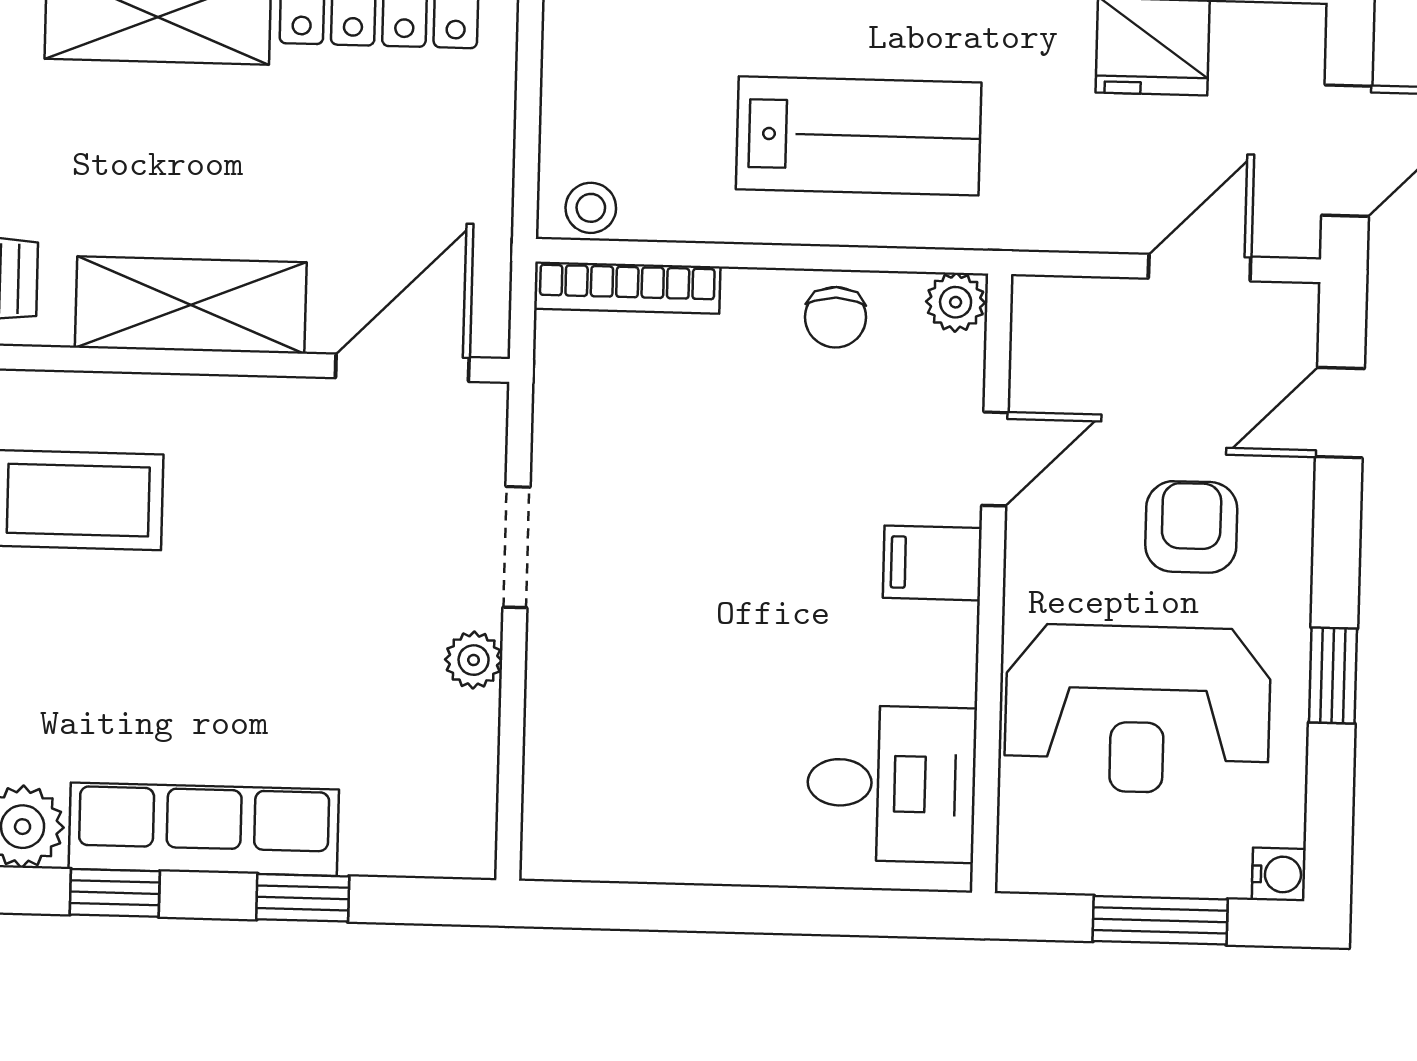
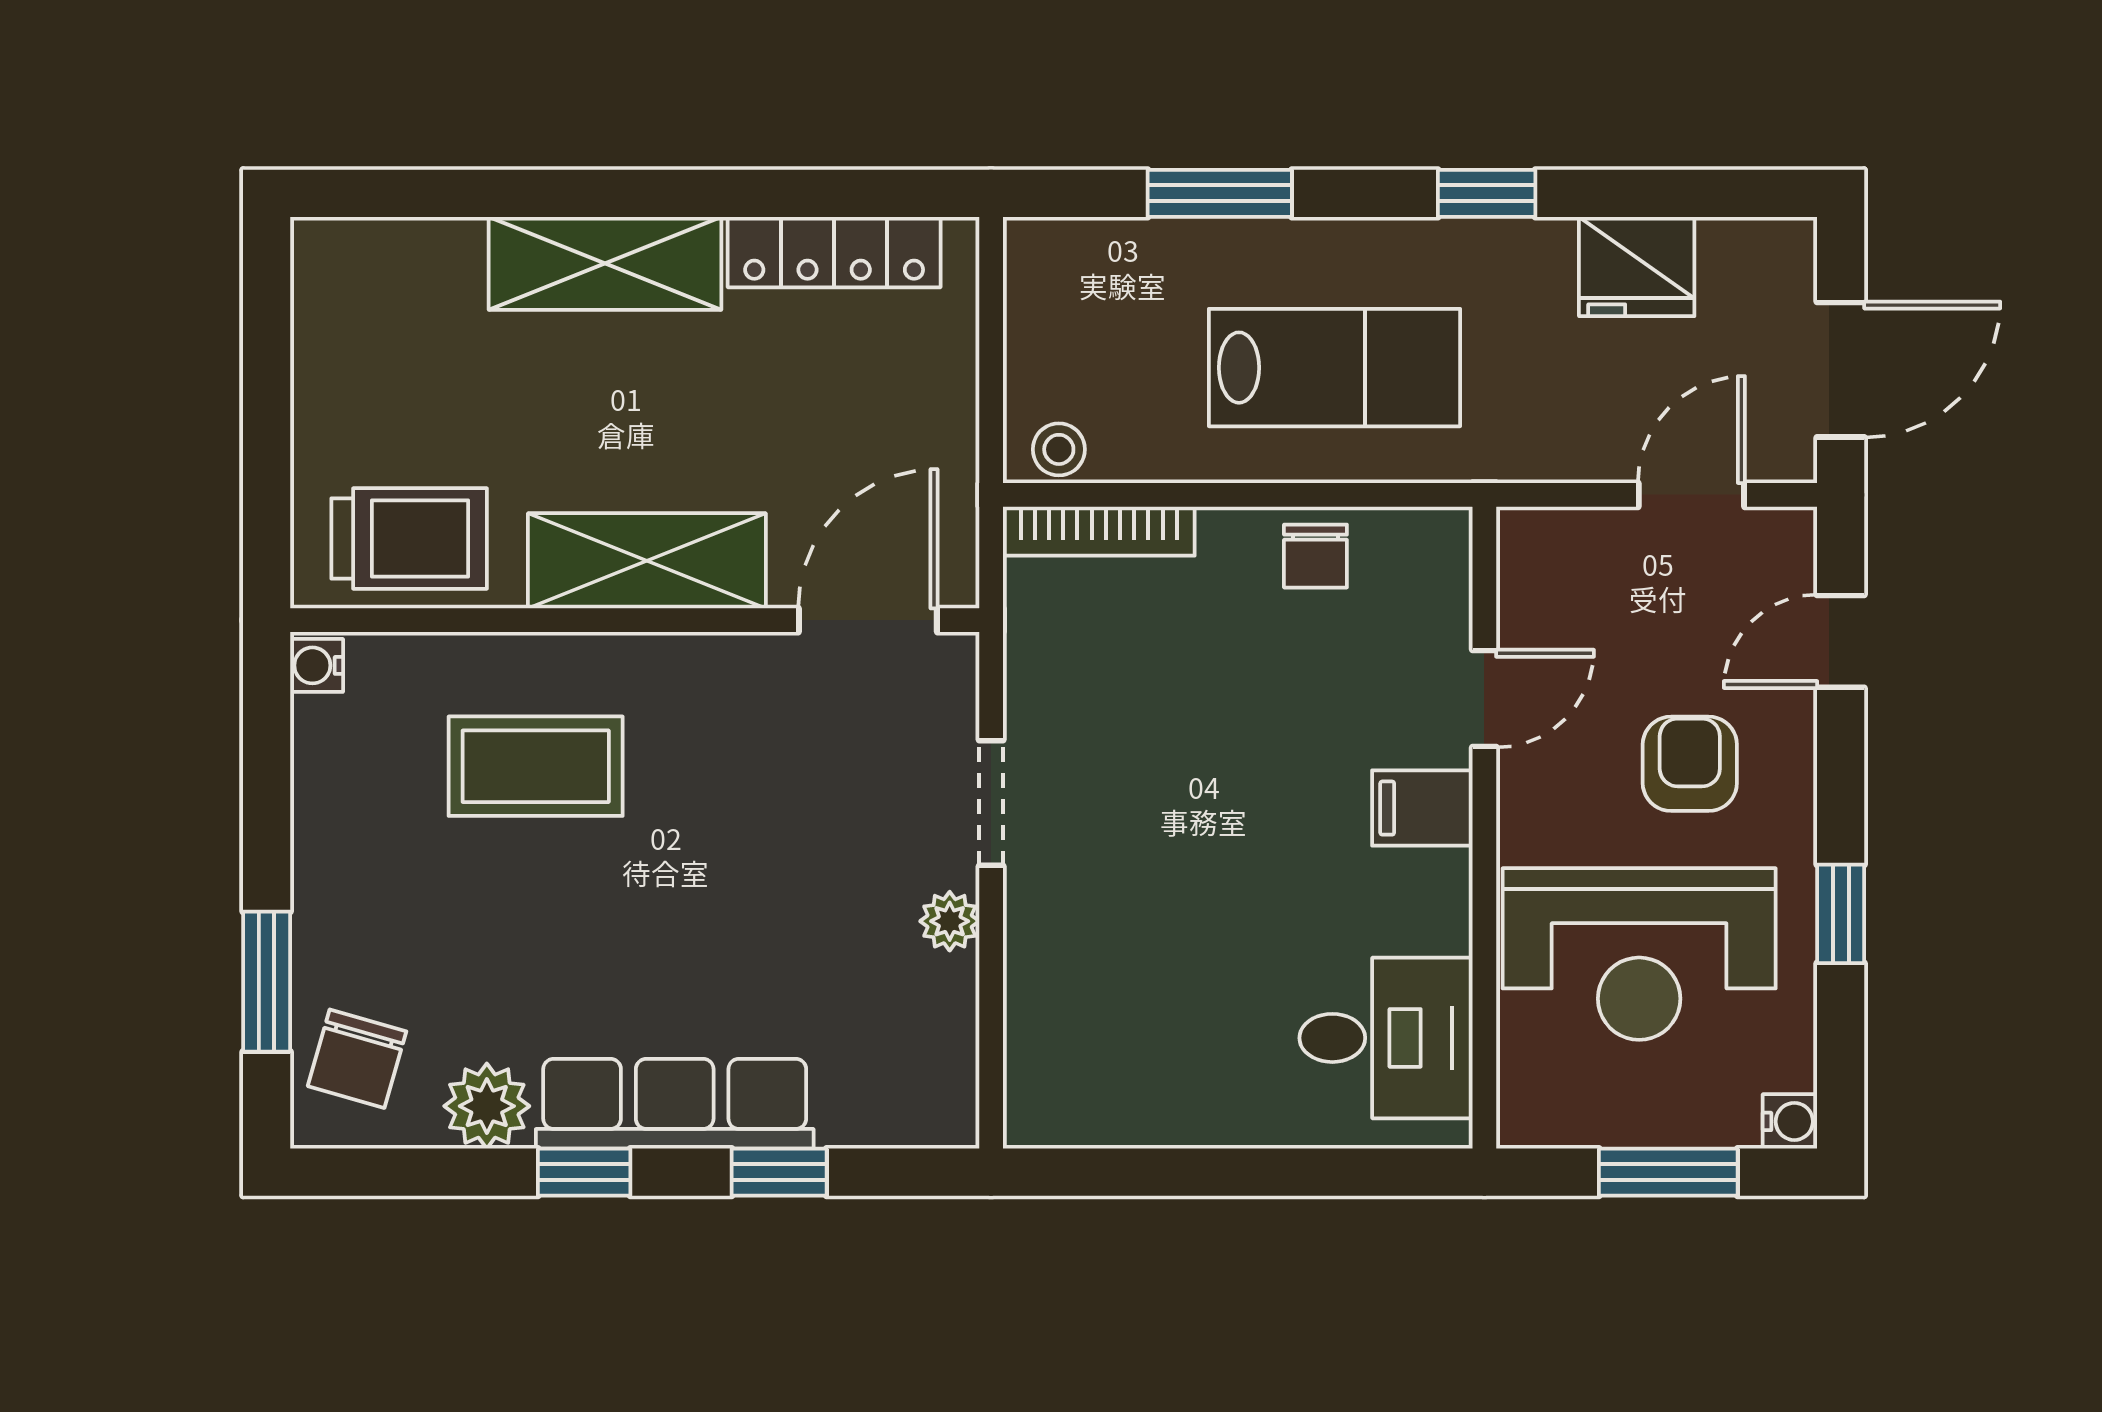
plant: (956, 302) -> (1439, 537), removed

